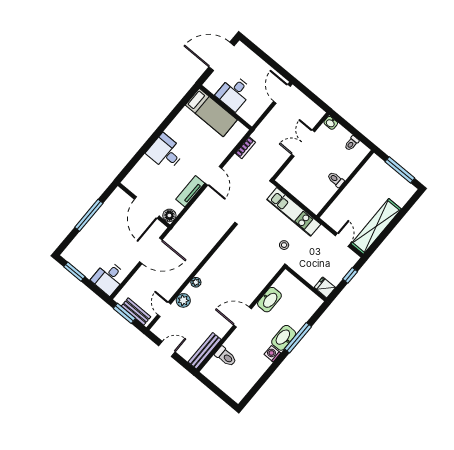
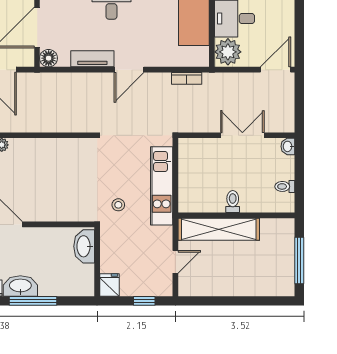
plant: (250, 112) -> (228, 52), added
shelving: (376, 226) -> (219, 229), moved
washbasin: (269, 300) -> (84, 246), moved, turned 90

